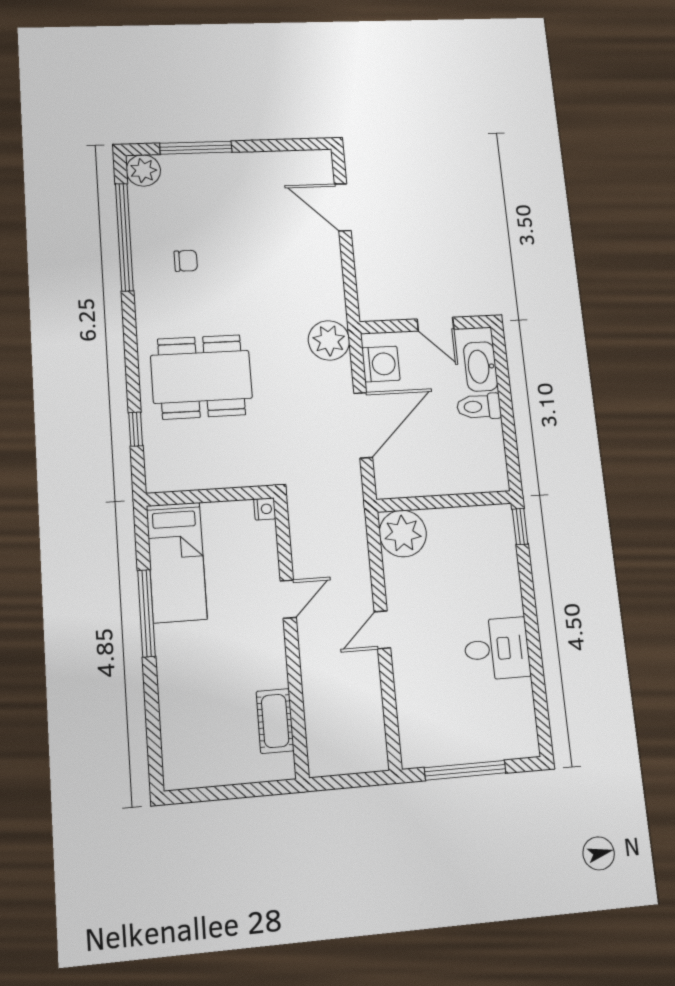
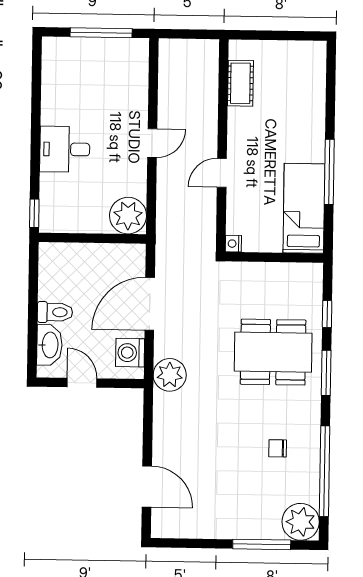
plant: (143, 170) -> (301, 522), width x1.36, depth x1.36
window: (131, 356) -> (326, 373), added
desk: (497, 649) -> (65, 149), moved

